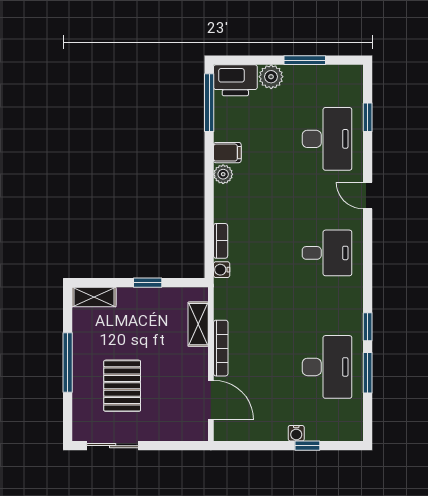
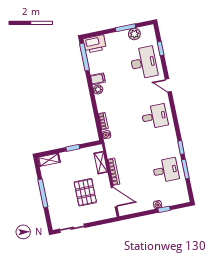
plant: (271, 77) -> (134, 34), moved
desk: (327, 367) -> (166, 170), width x0.73
pallet: (122, 386) -> (85, 192), moved

